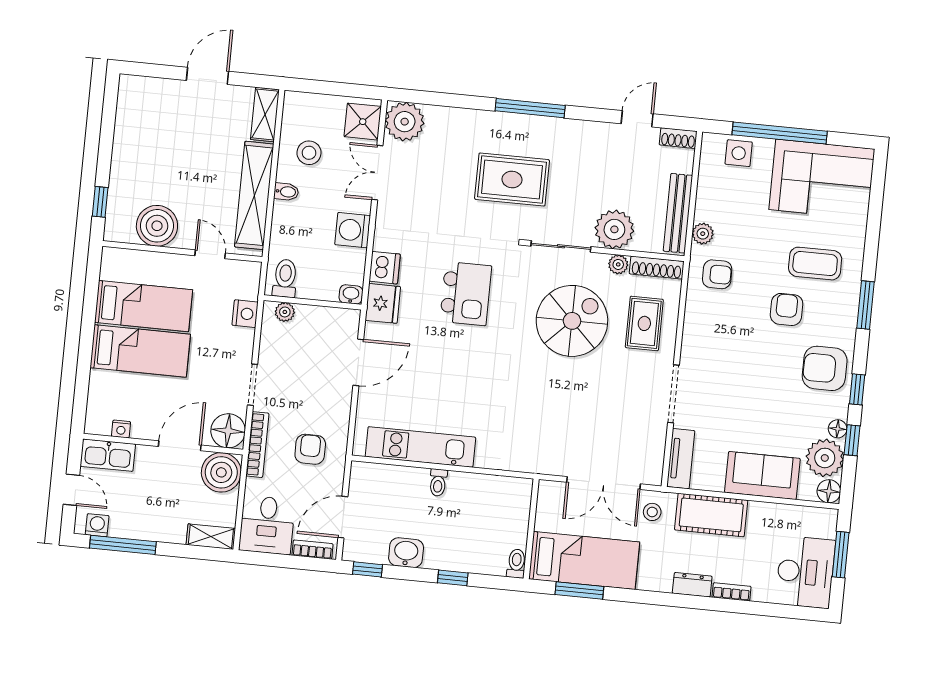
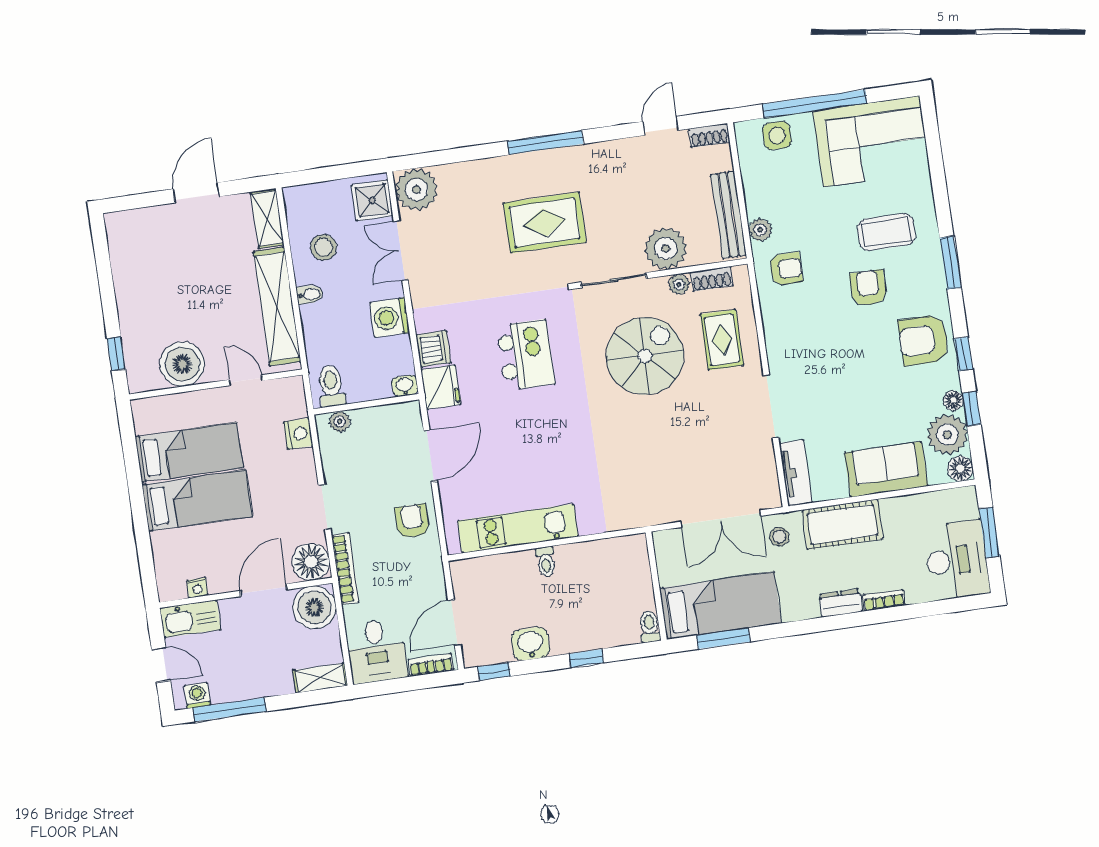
shoe rack: (657, 268) -> (712, 279), width x0.70
armchair: (310, 449) -> (412, 521), moved

